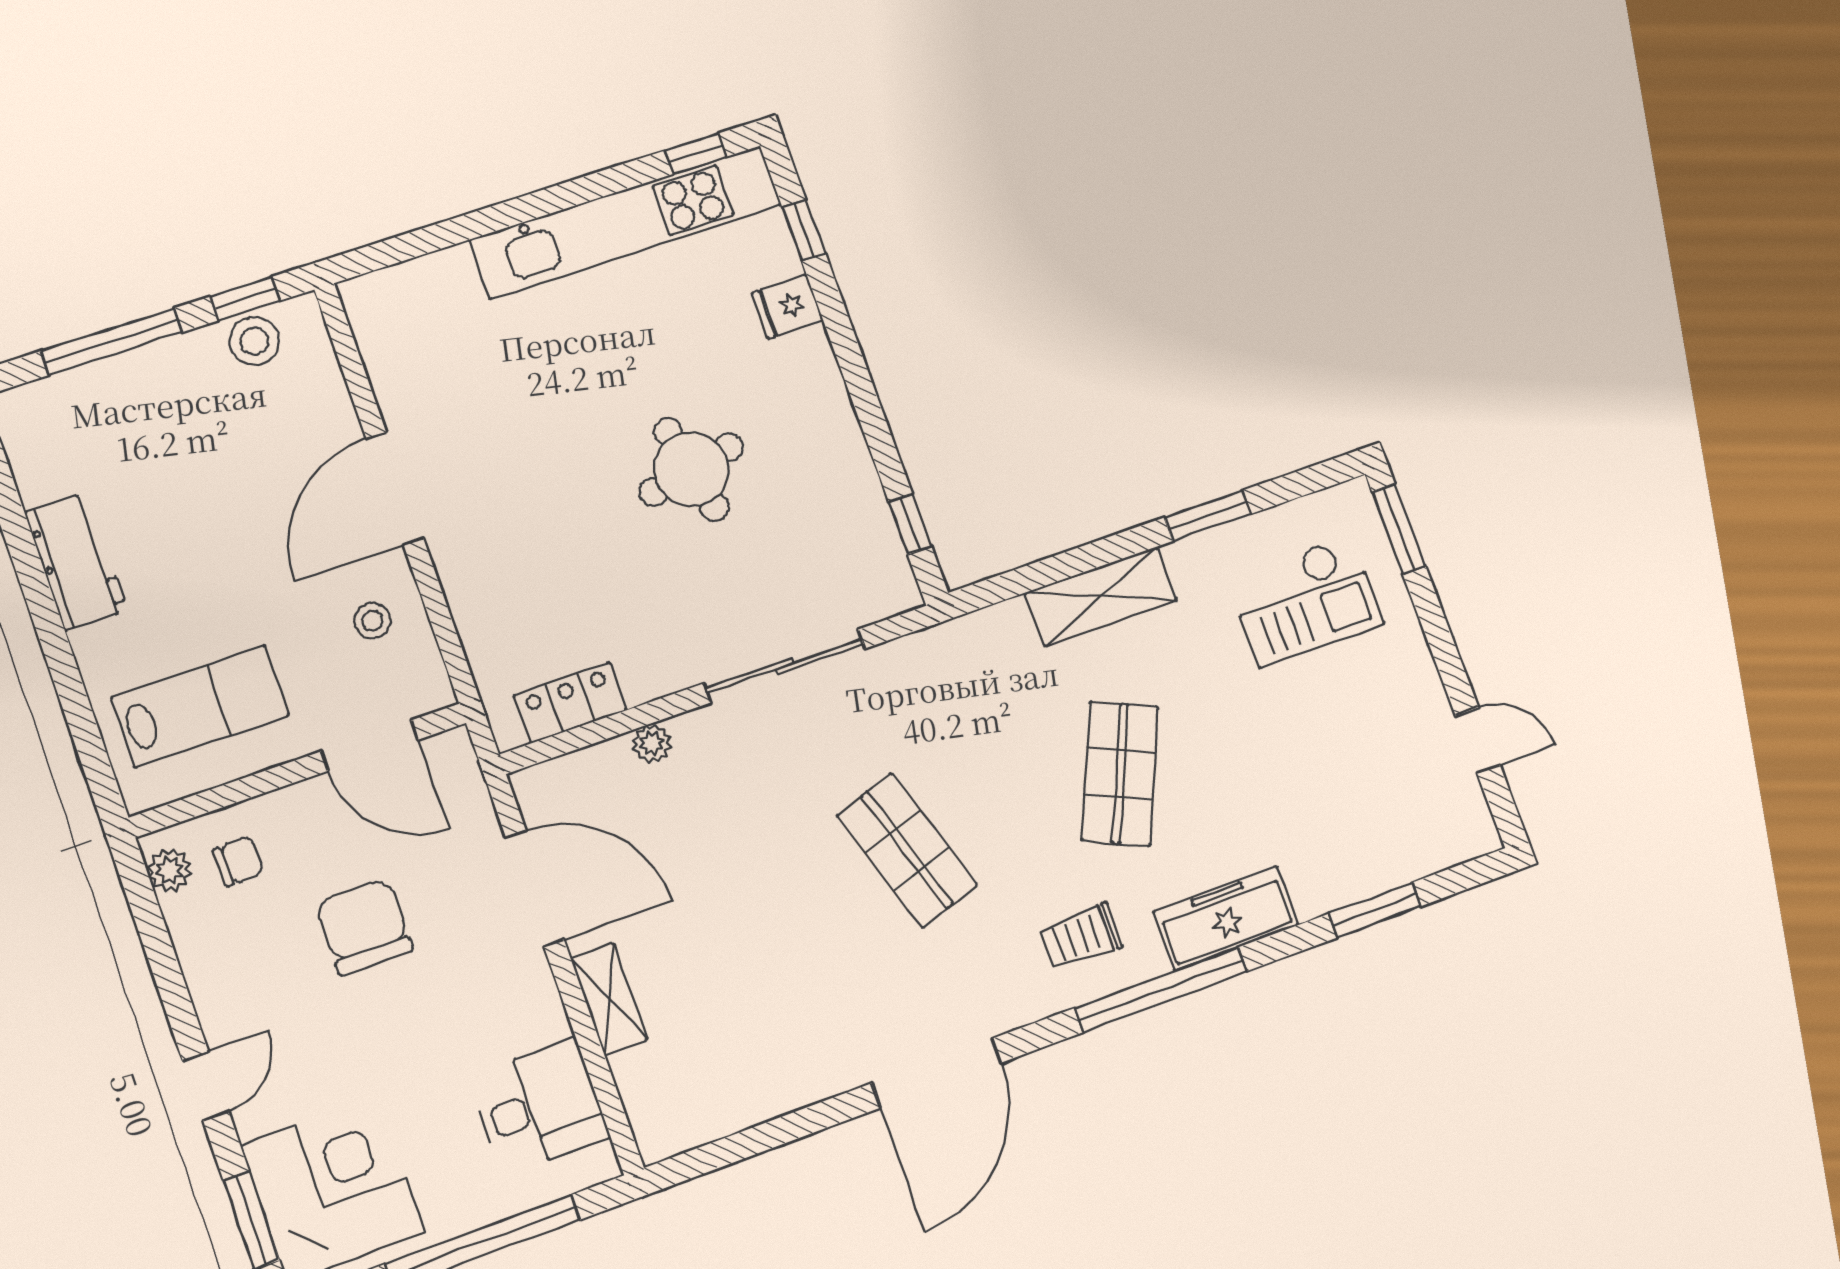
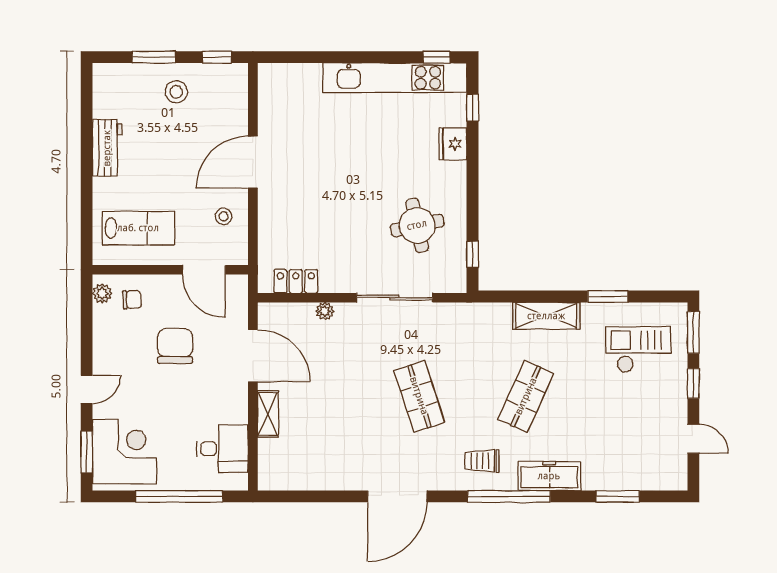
fridge: (787, 307) -> (453, 144), width x1.38
stool: (254, 341) -> (176, 92), moved
window: (112, 342) -> (154, 57), width x0.69
round table: (691, 469) -> (417, 225), moved
checkout: (1305, 601) -> (638, 349), turned 180
window: (1437, 630) -> (693, 383), added

